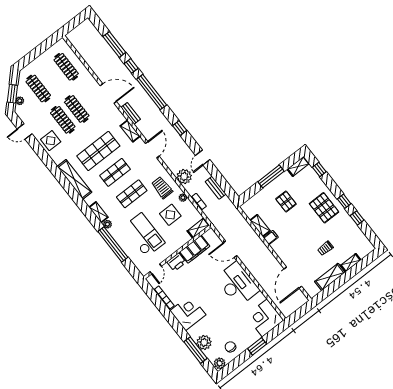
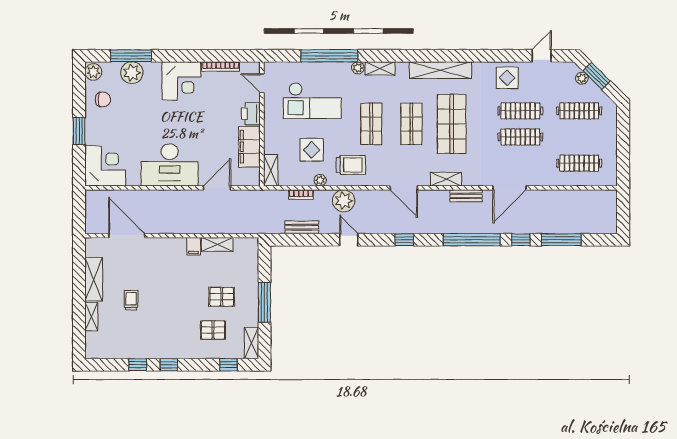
pallet: (324, 208) -> (213, 330), moved, width x0.67, depth x0.71

